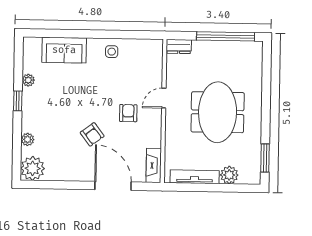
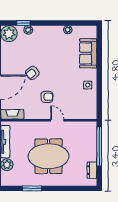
window: (226, 36) -> (99, 146), moved
dresser: (179, 46) -> (92, 170), moved
window: (18, 101) -> (23, 23), moved
window: (265, 158) -> (32, 188), moved

